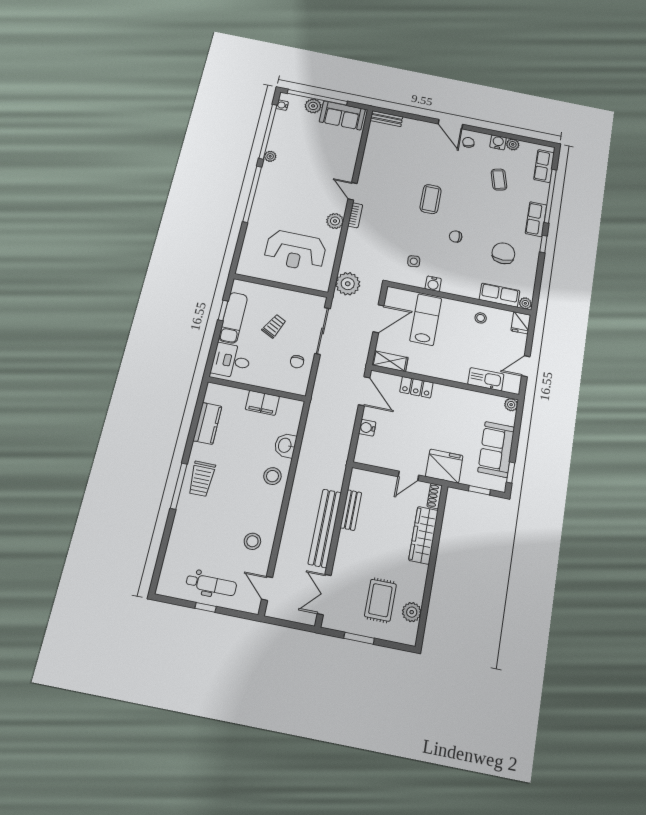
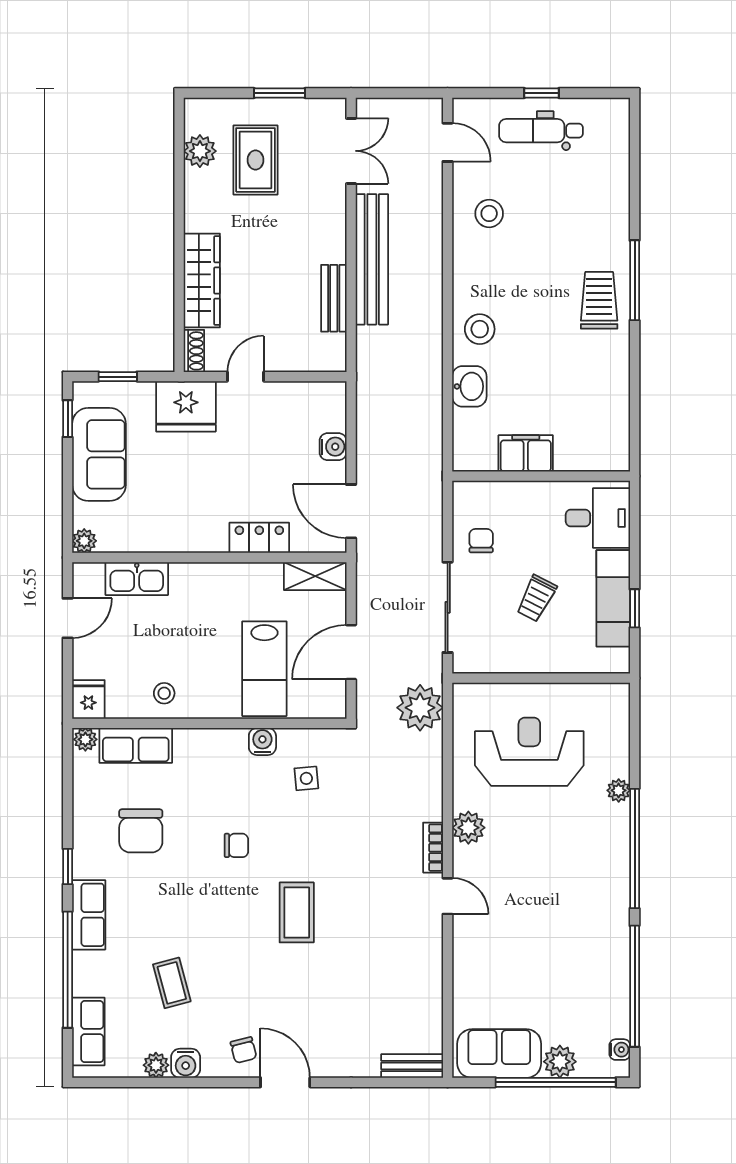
plant: (270, 156) -> (619, 790), moved
kitchen counter: (207, 423) -> (612, 397), removed

